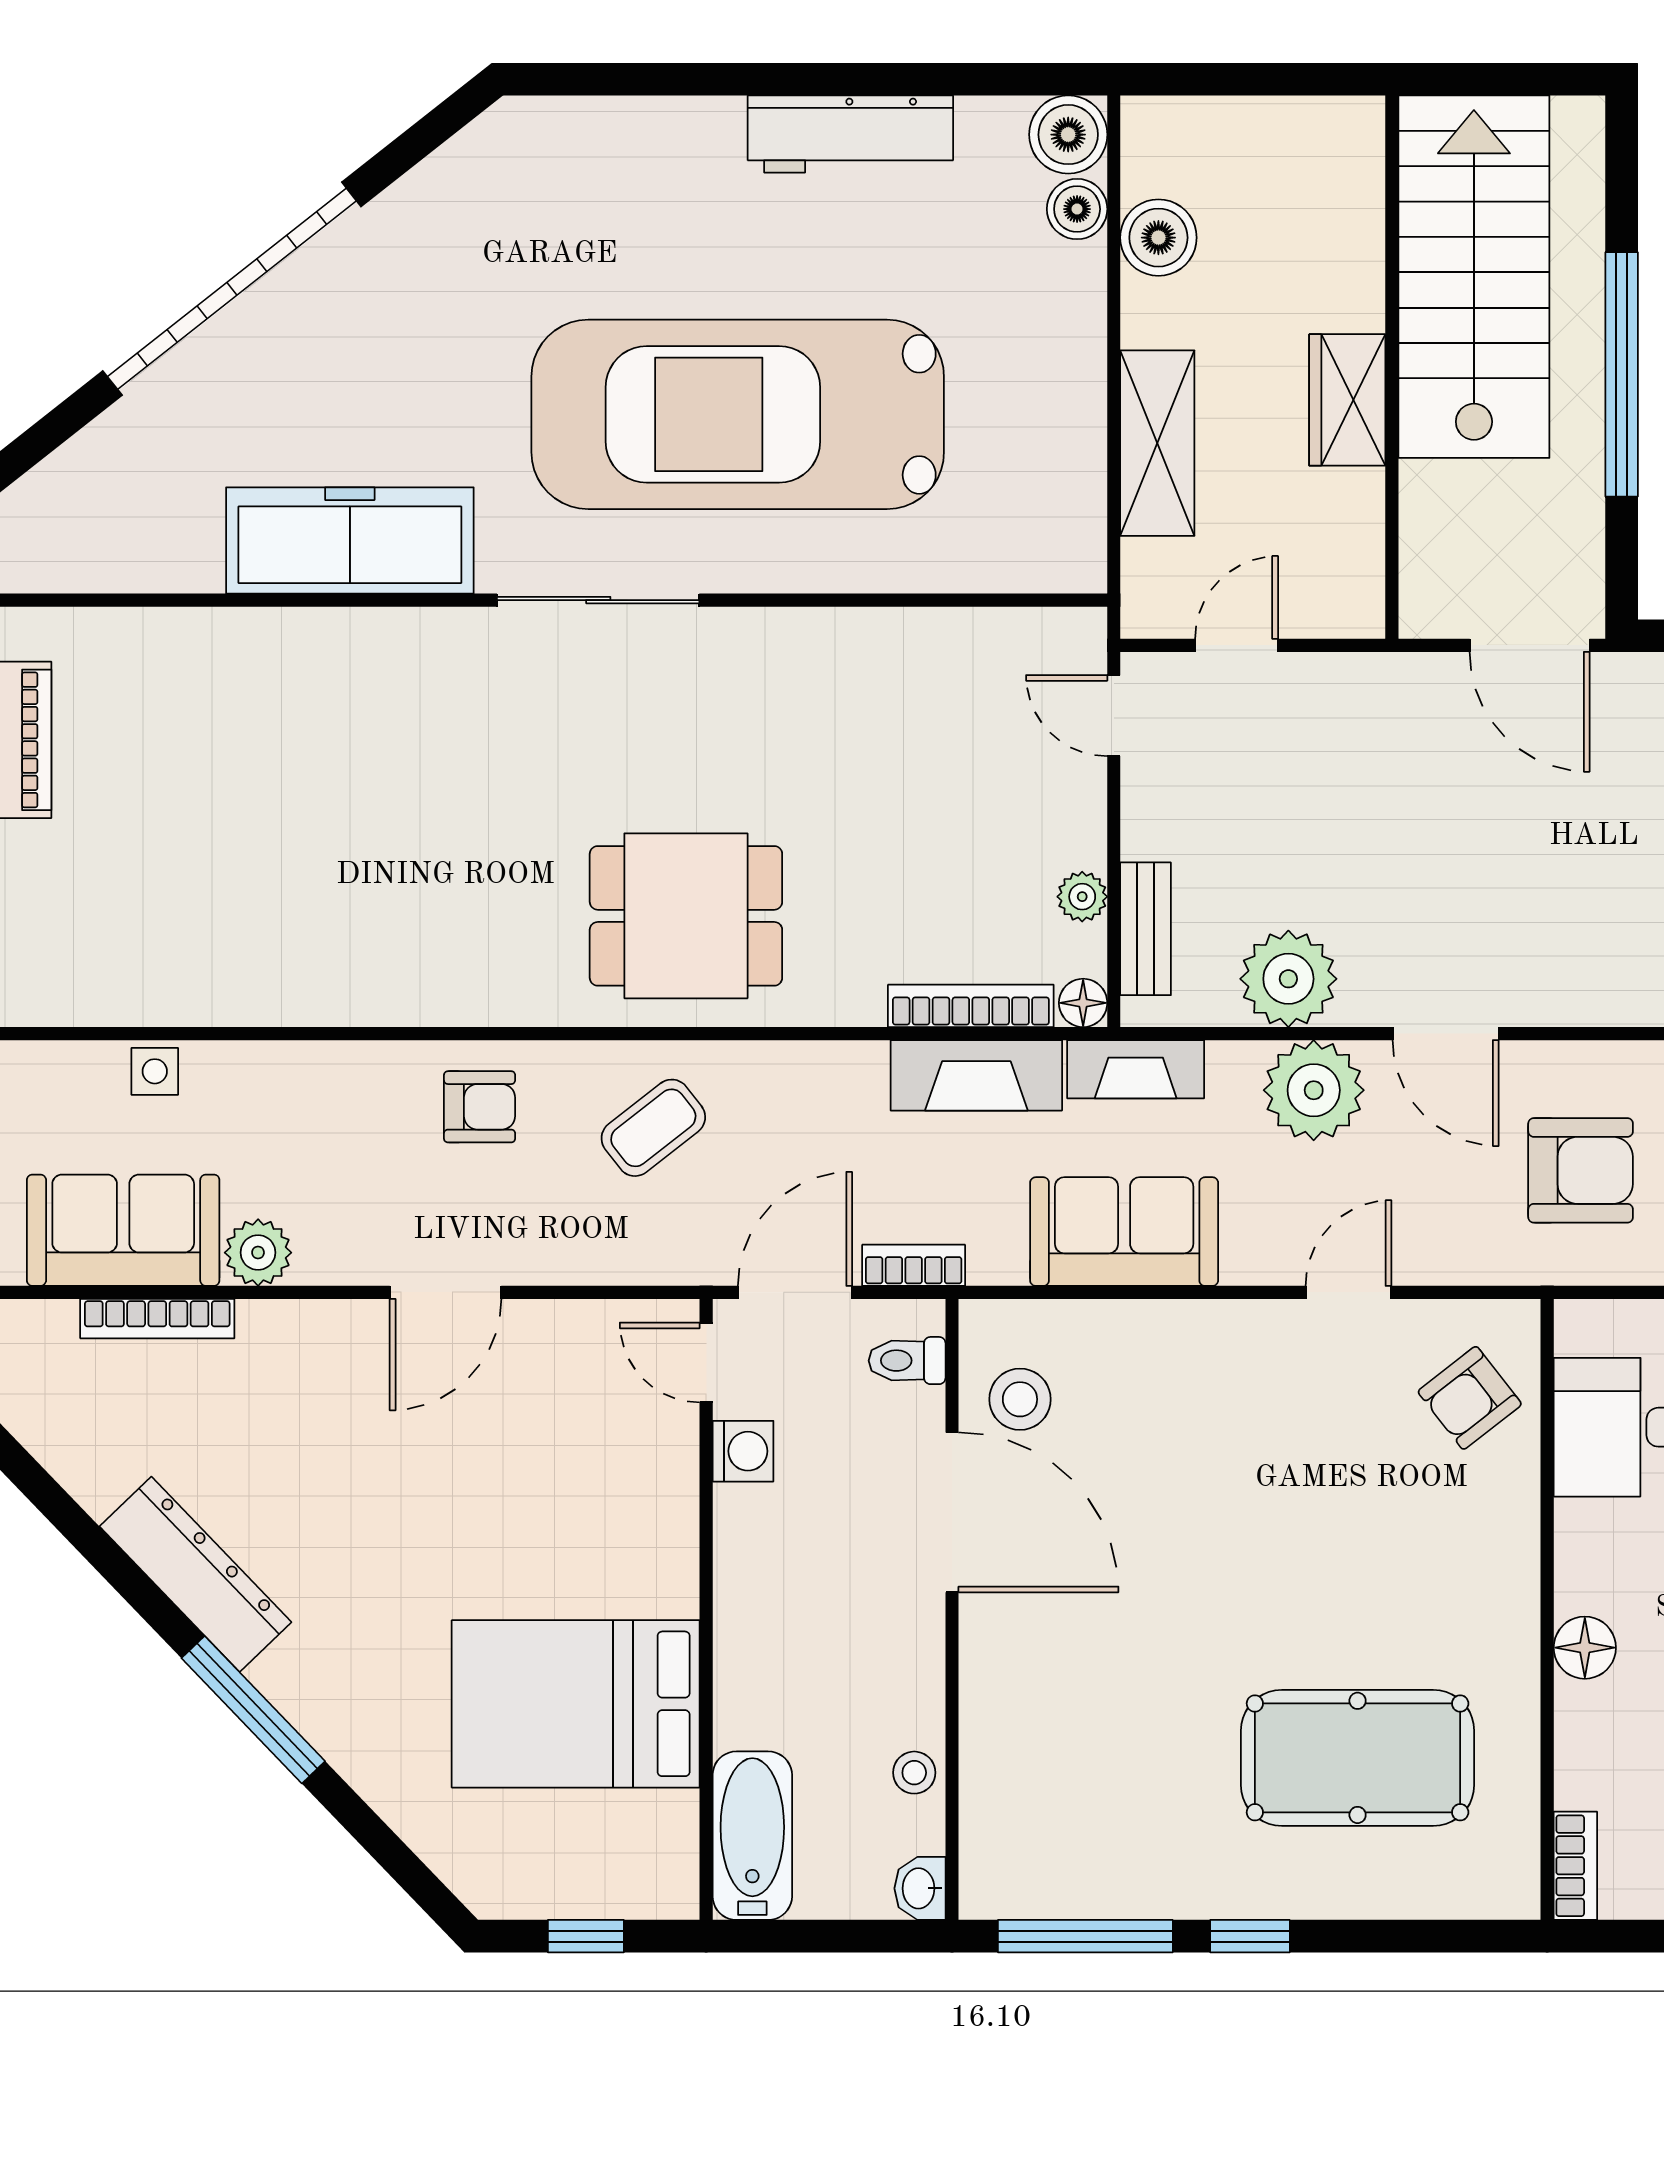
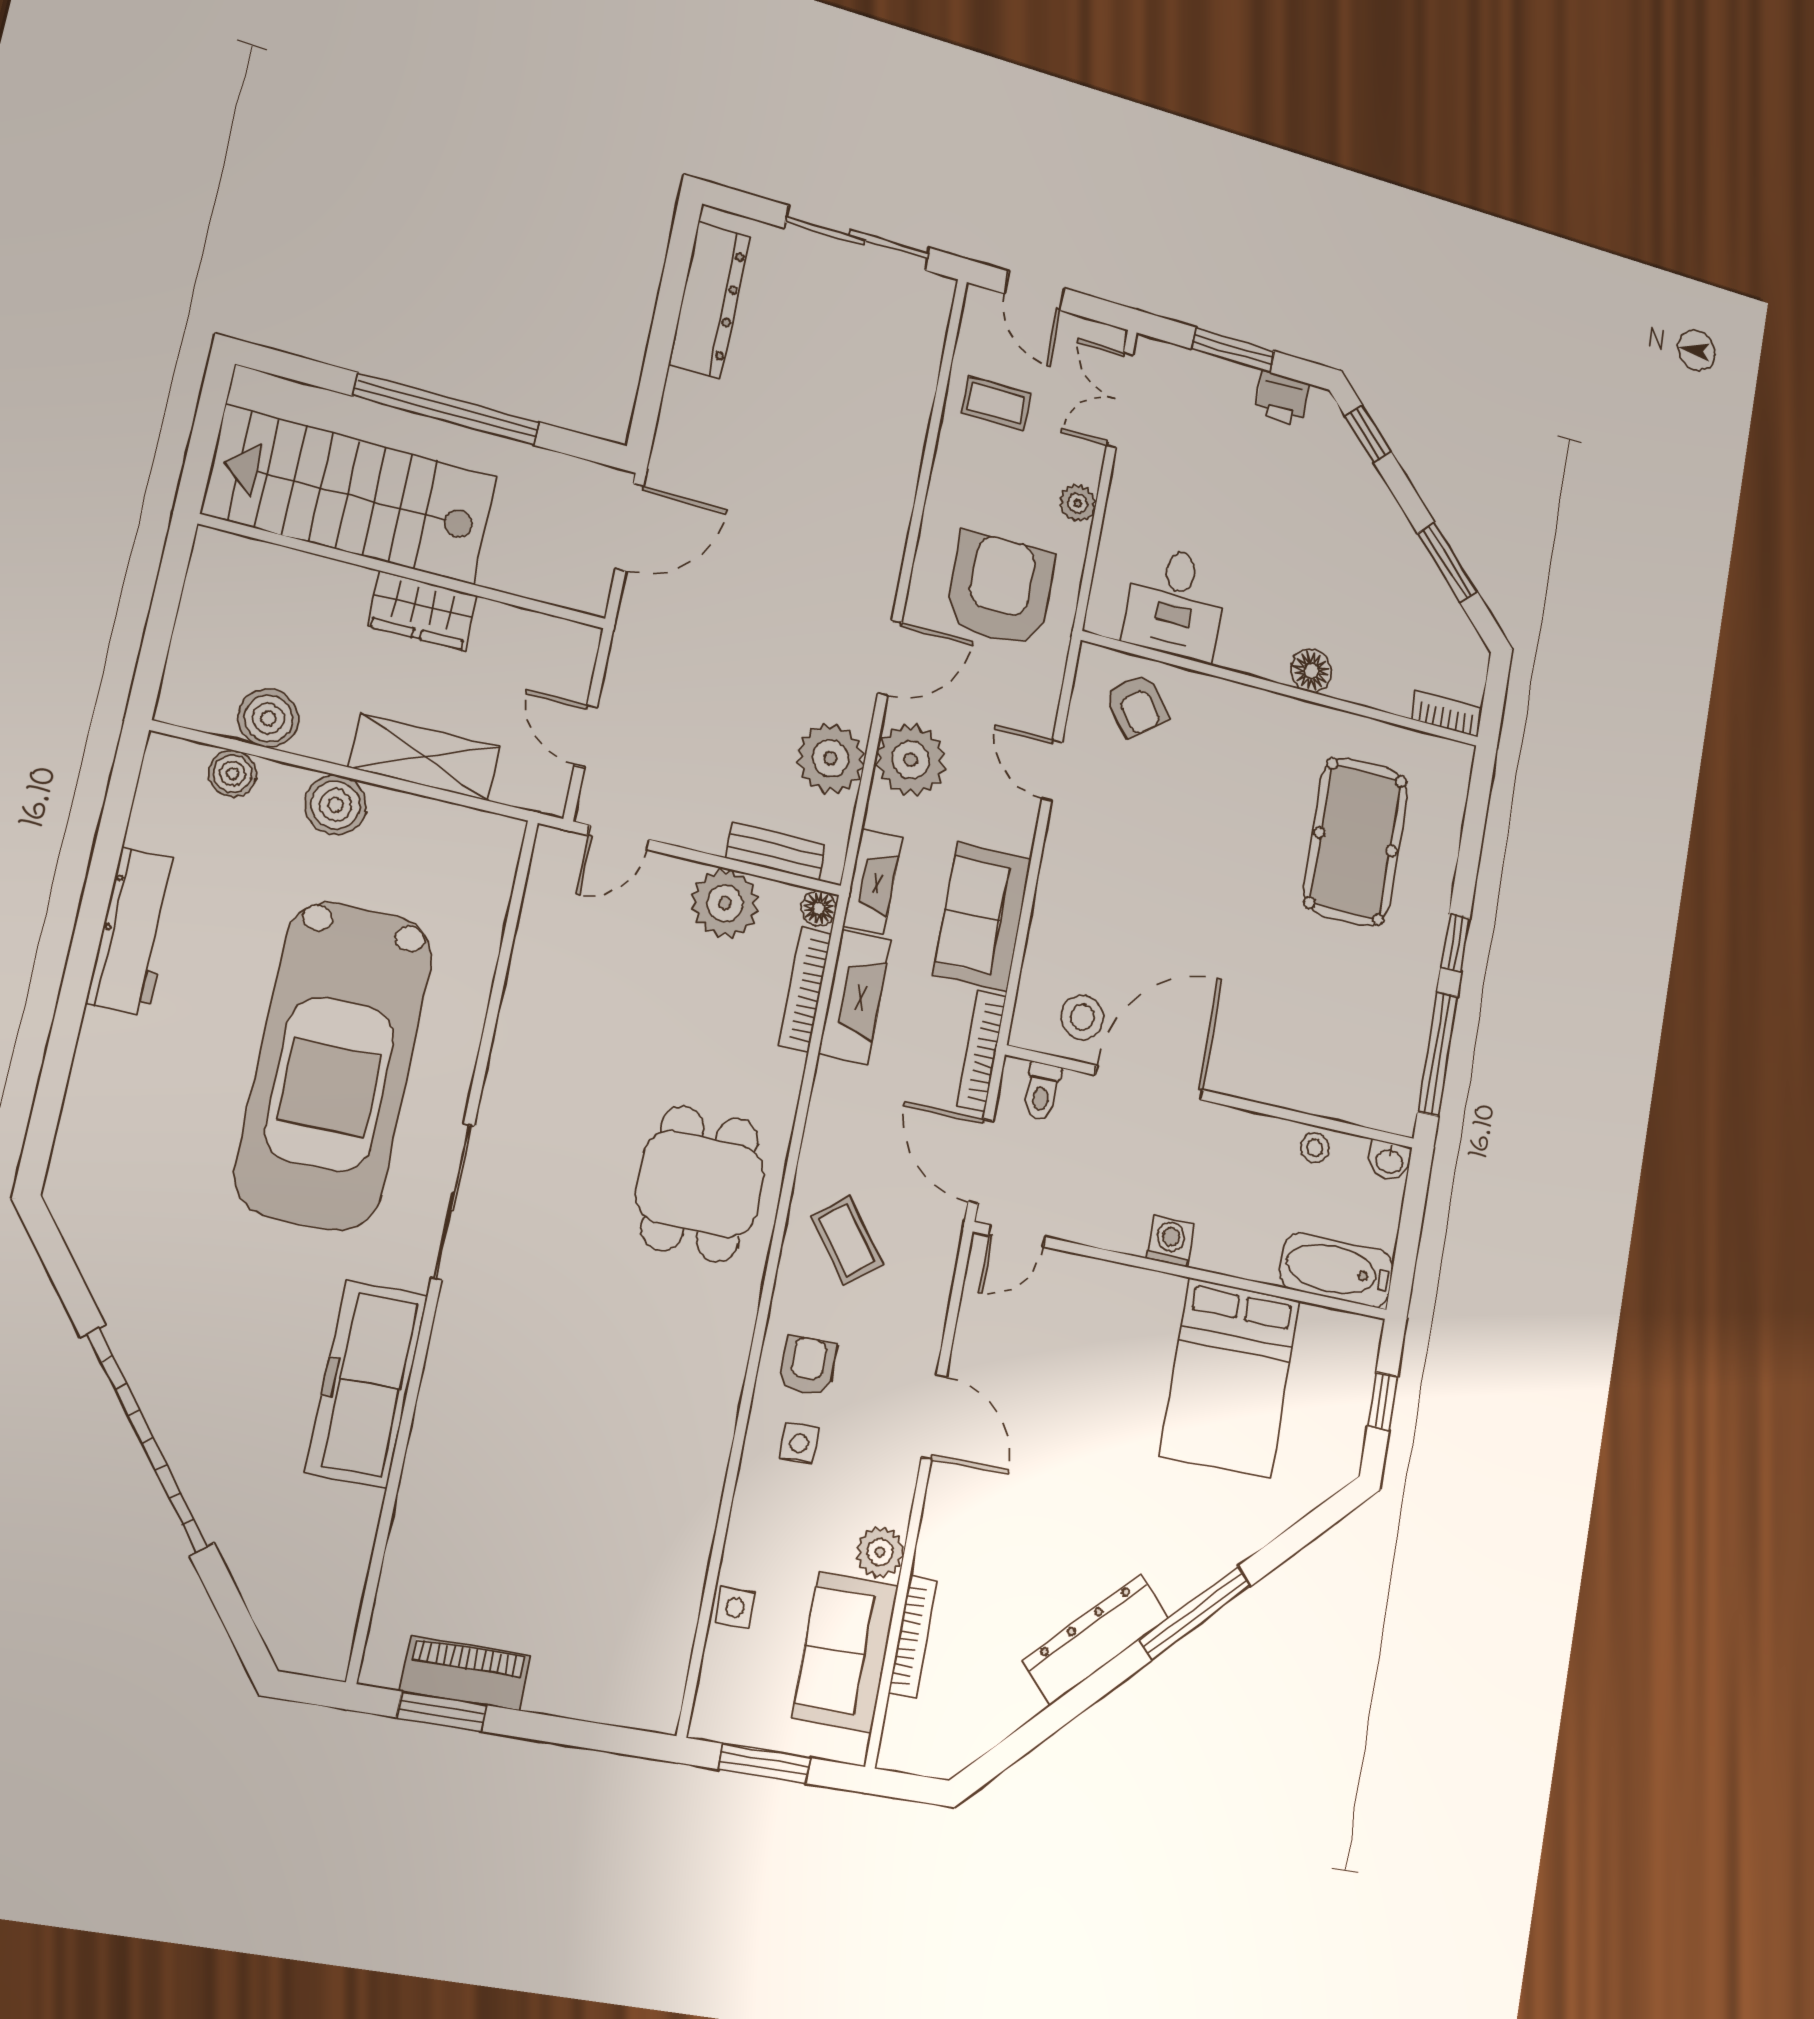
boiler: (1068, 135) -> (336, 805), moved
plant: (1082, 897) -> (725, 903), width x1.88, depth x1.88
side table: (378, 1115) -> (799, 1443), added
armchair: (1581, 1170) -> (1000, 590), width x1.36, depth x1.36
bookcase: (914, 1265) -> (982, 1051), width x1.56
washing machine: (743, 1451) -> (1170, 1241), moved

